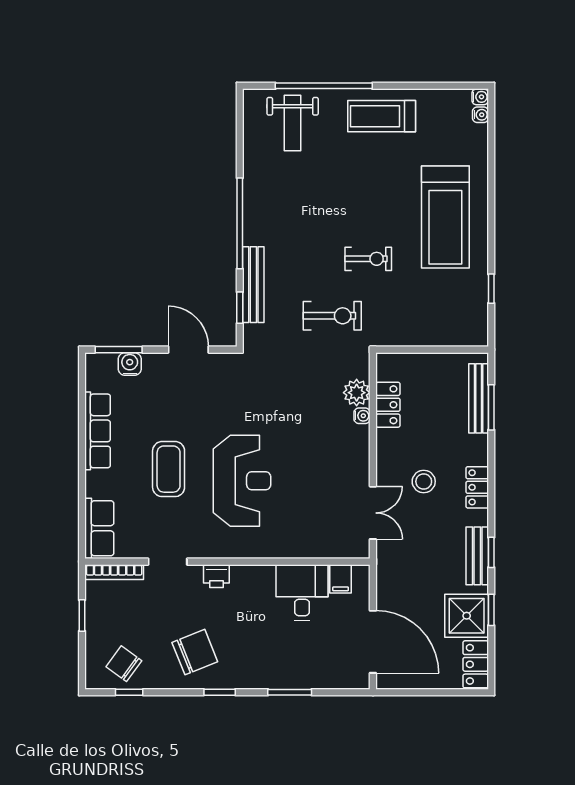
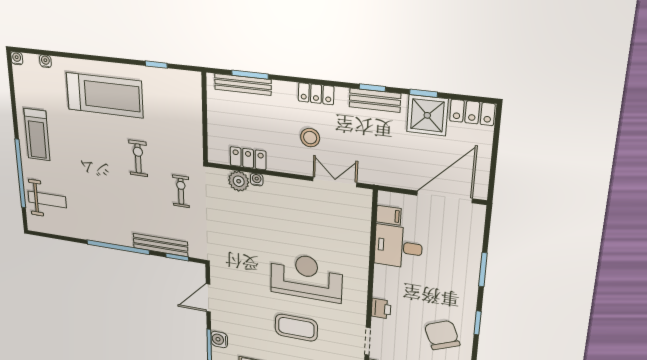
water cooler: (480, 115) -> (45, 61), moved
exercise bike: (332, 316) -> (181, 191), width x0.73, depth x0.72

